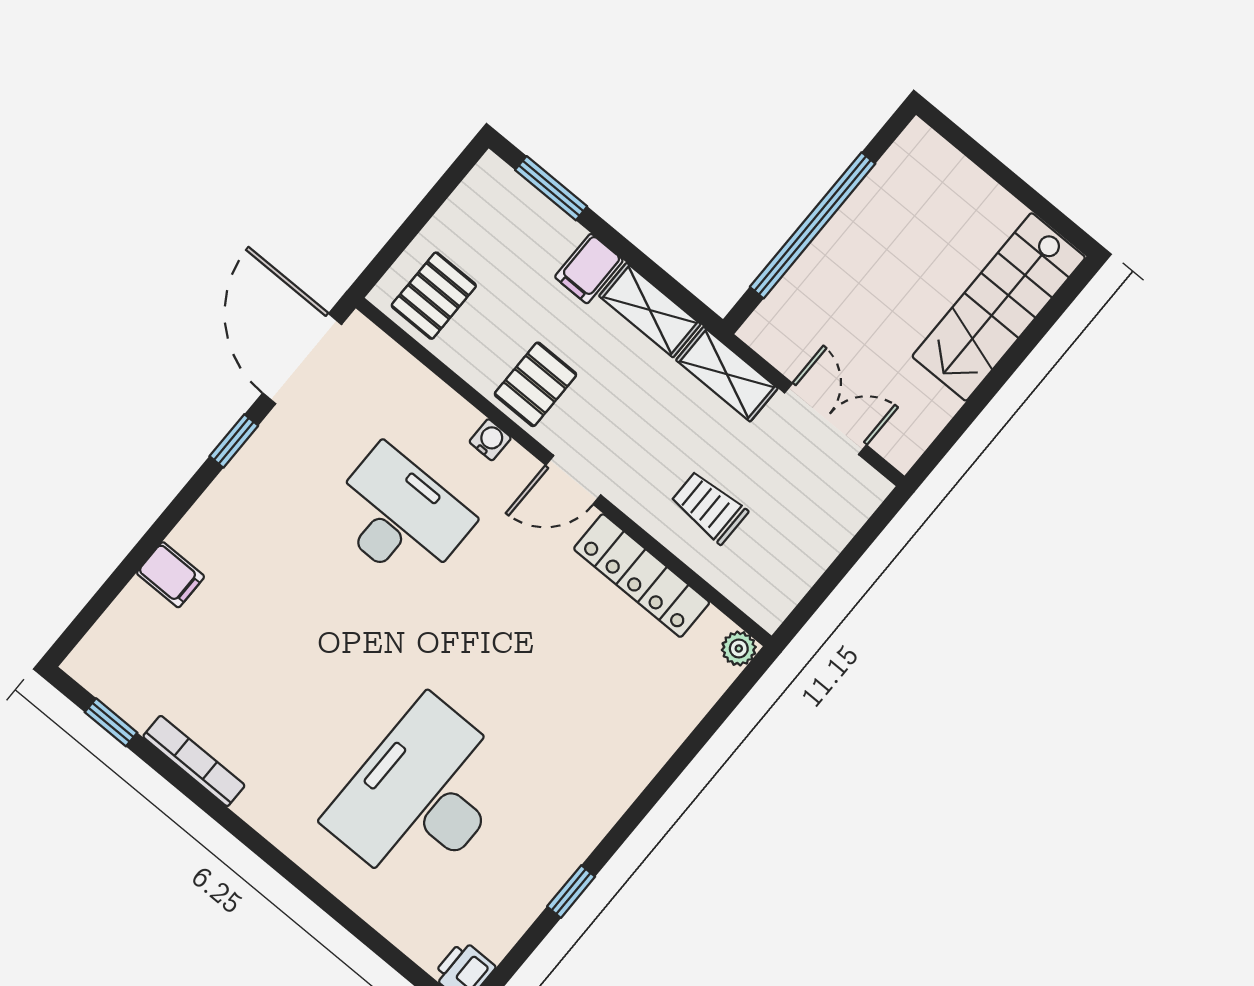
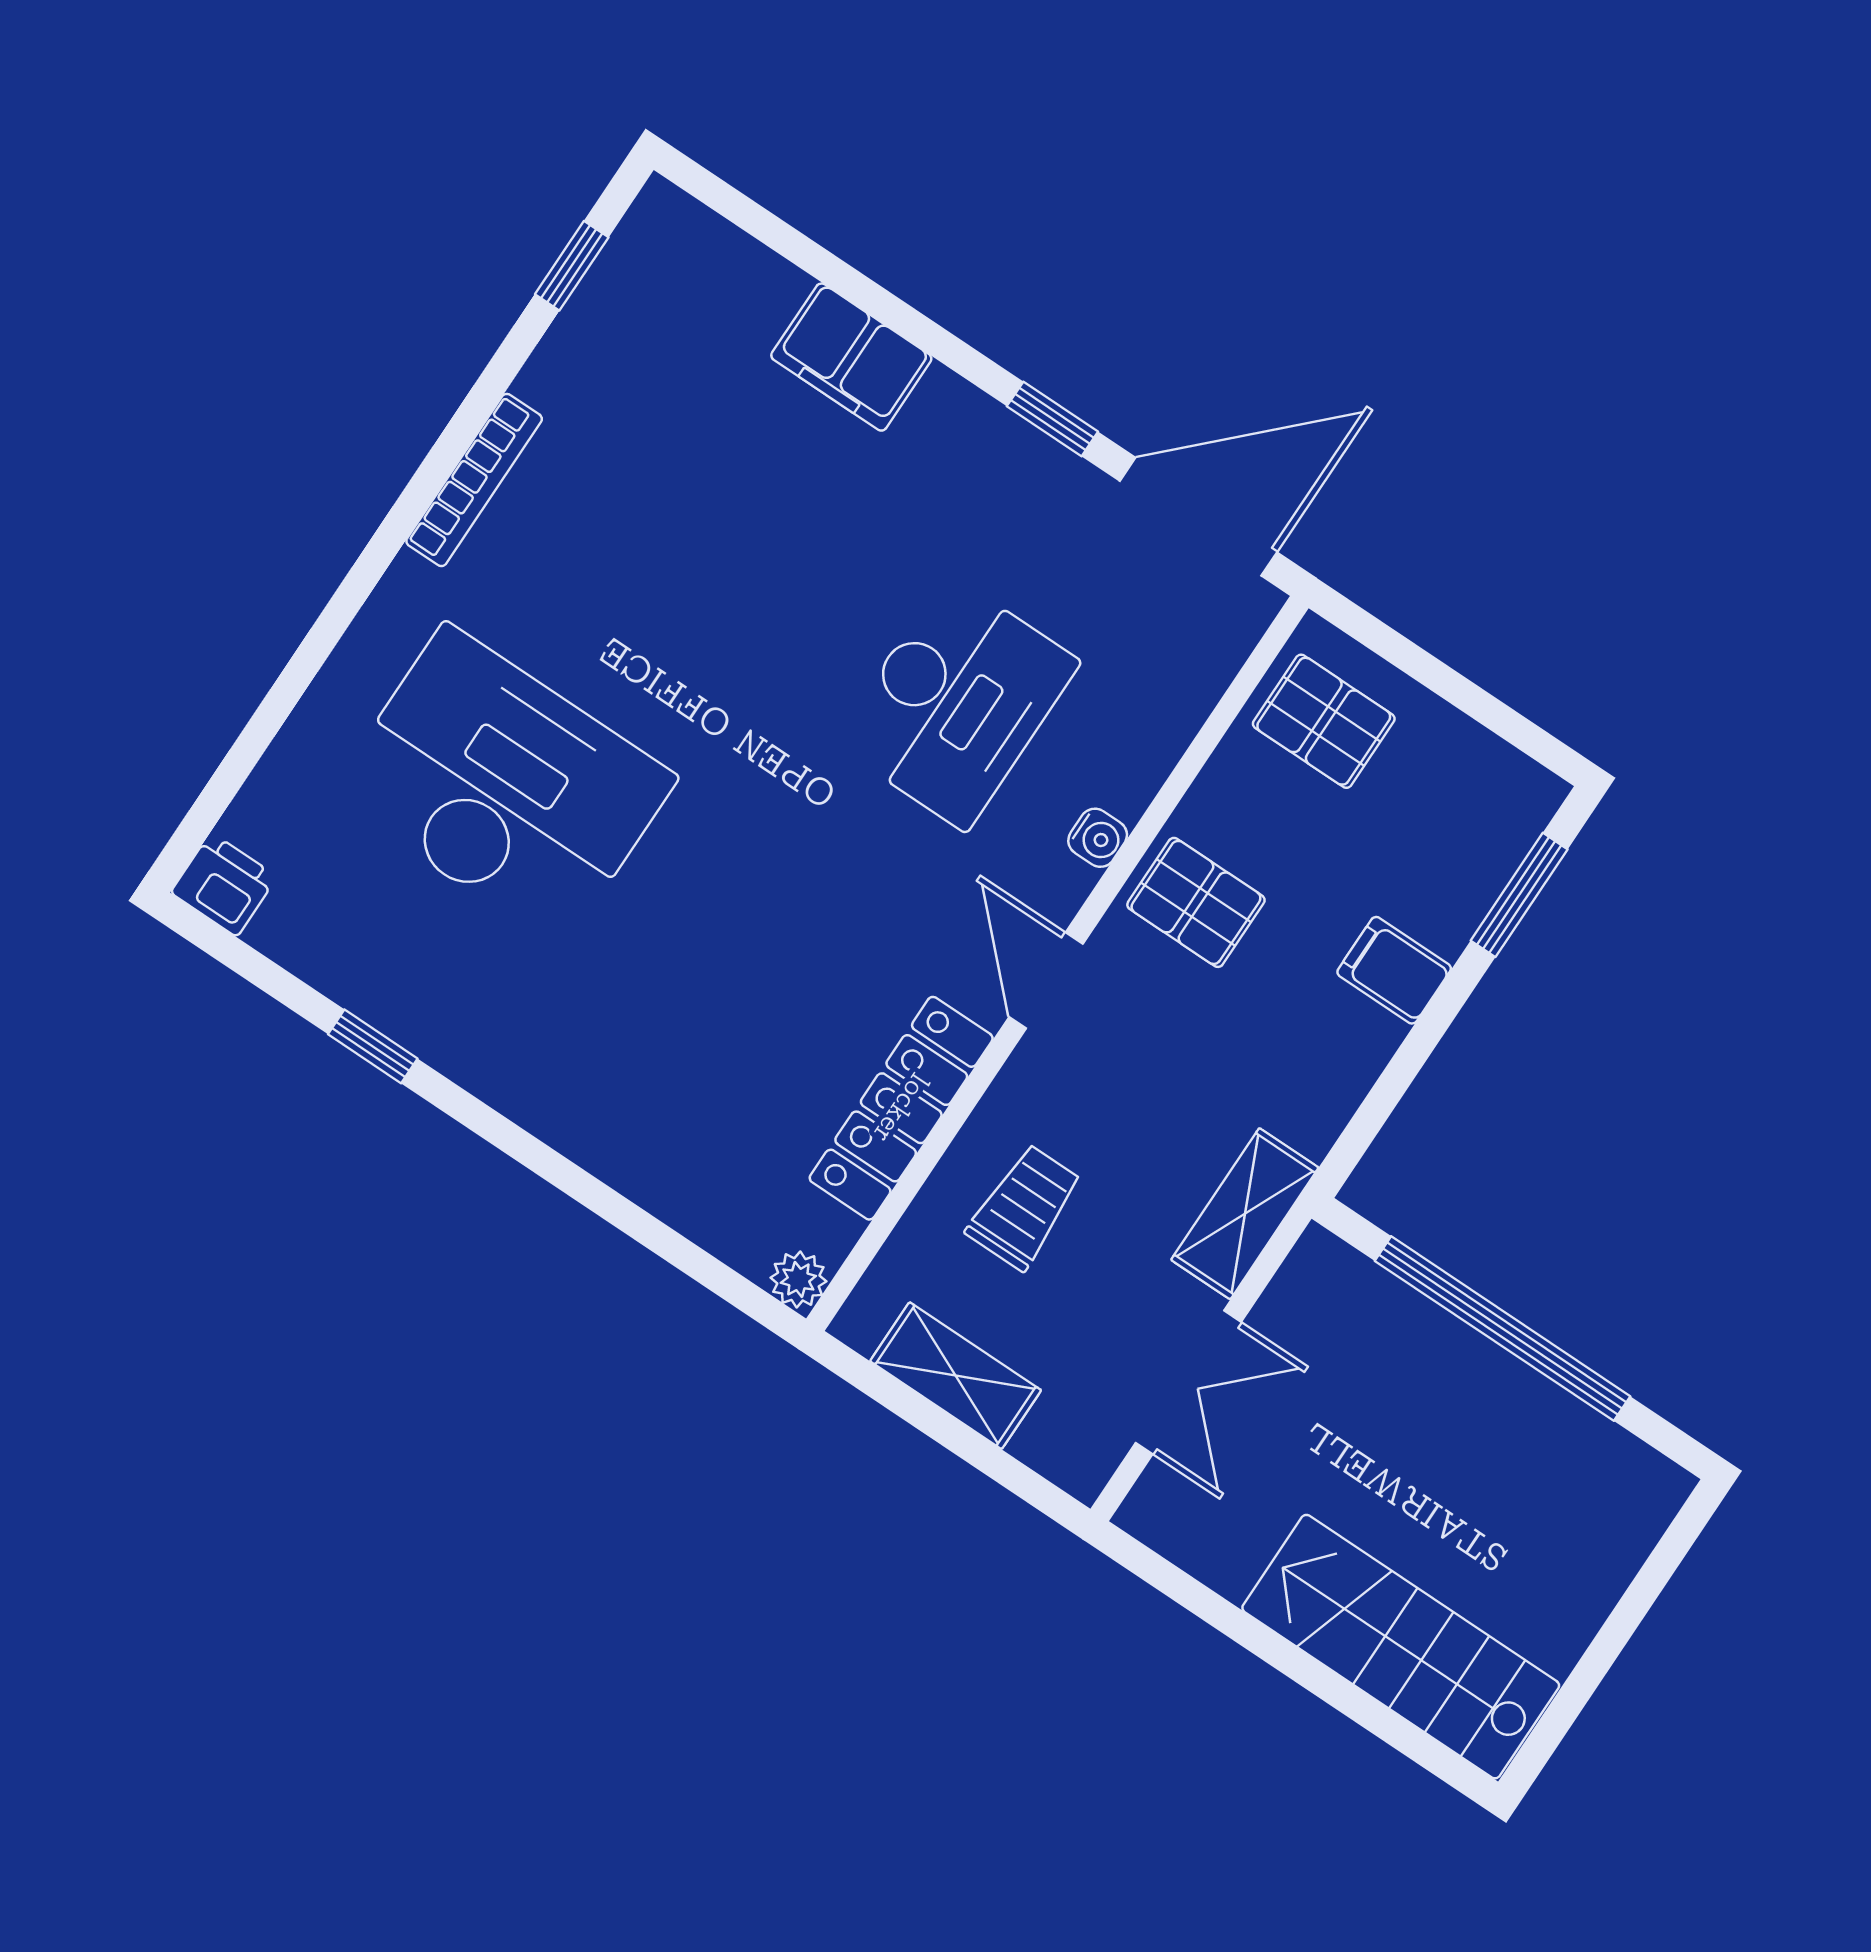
shelving: (650, 310) -> (956, 1376), moved, turned 90
filing cabinet: (170, 575) -> (851, 357), width x2.00
bookcase: (194, 761) -> (474, 480), moved

